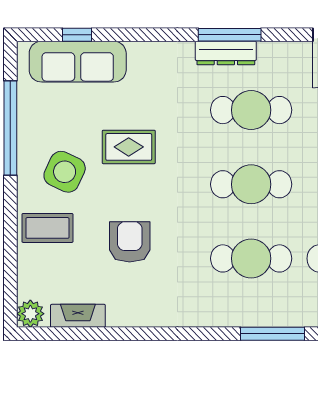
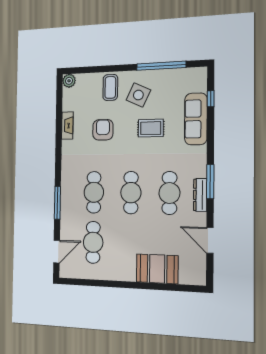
dresser: (226, 53) -> (200, 195), moved
sofa: (78, 62) -> (196, 119), moved
rug: (129, 147) -> (151, 128), turned 90
armchair: (130, 242) -> (103, 130), turned -90
fireplace: (78, 316) -> (67, 126), moved

